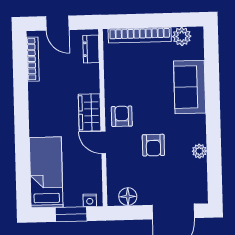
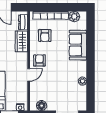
wardrobe: (90, 112) -> (21, 41), moved
door: (103, 142) -> (29, 75), swing flipped
armchair: (153, 145) -> (45, 35), moved

